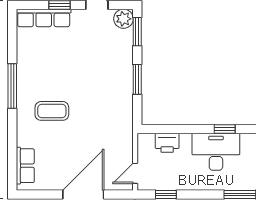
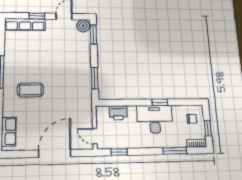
window: (137, 79) -> (95, 78), moved
door: (135, 173) -> (95, 136), hinge flipped

